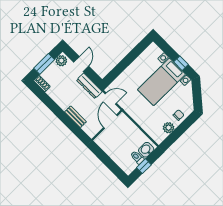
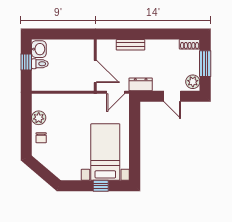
window: (181, 63) -> (101, 186), moved
bed with nightstands: (162, 82) -> (105, 152), moved
dresser: (89, 86) -> (141, 84), width x0.70
washbasin: (146, 150) -> (39, 49), moved

